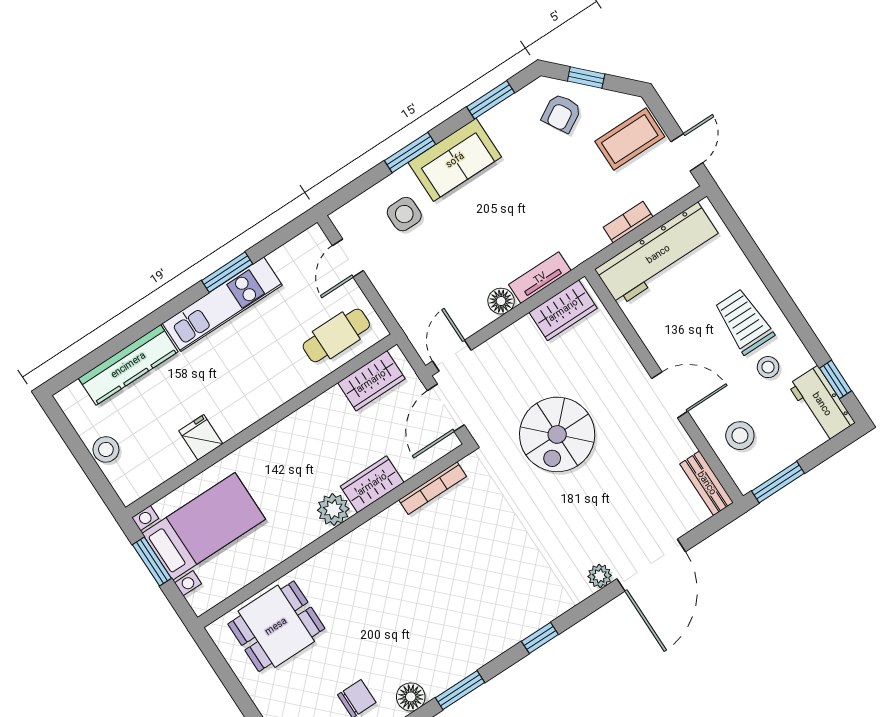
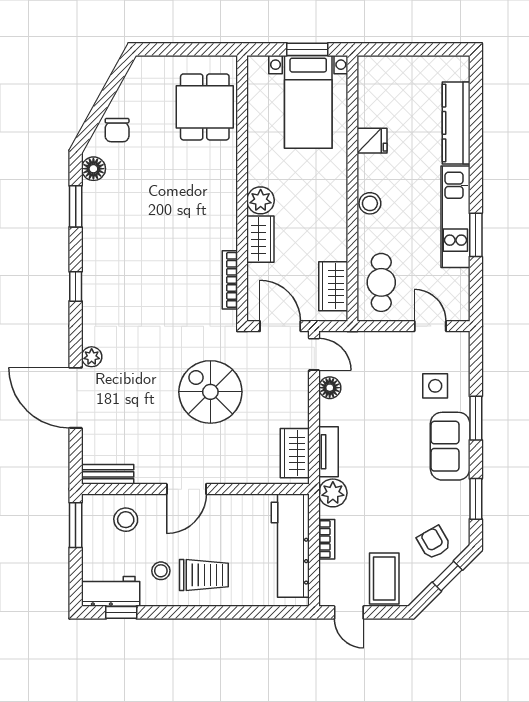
plant: (578, 246) -> (333, 493), added
floor lamp: (501, 301) -> (330, 388), moved
stool: (106, 449) -> (370, 203), moved

